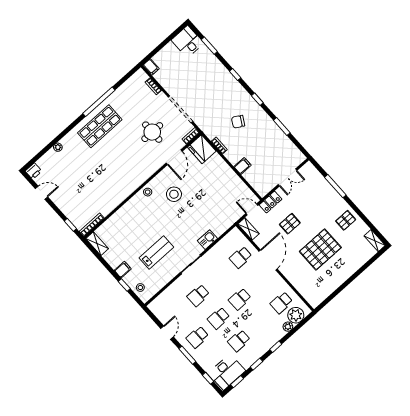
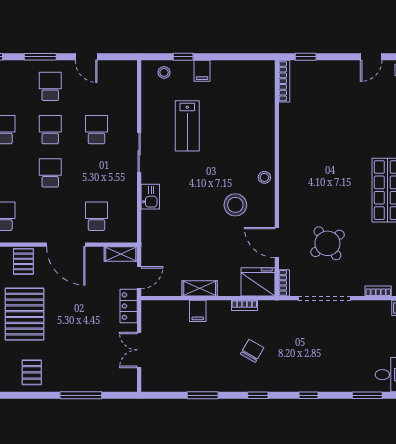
round table: (152, 132) -> (327, 243), turned -36
pallet: (290, 224) -> (23, 261), moved
shelving: (97, 244) -> (200, 288), moved

